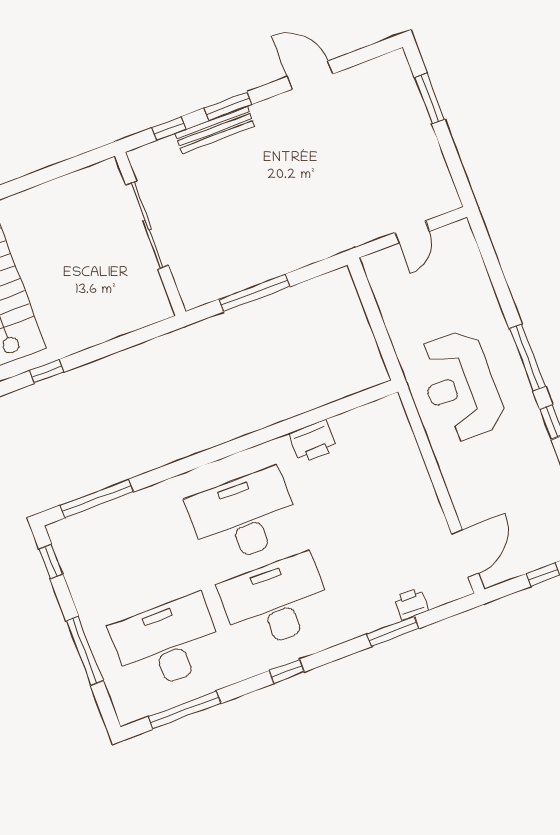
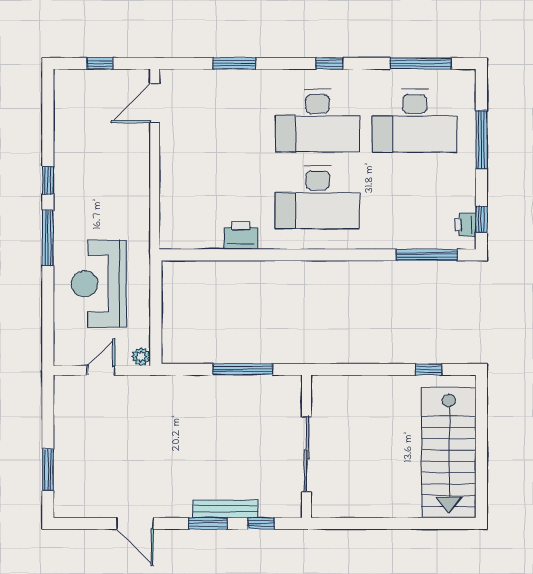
plant: (373, 264) -> (141, 357), added
reception desk: (461, 386) -> (99, 284), moved, turned 180
printer: (411, 604) -> (465, 224), moved, turned 90

